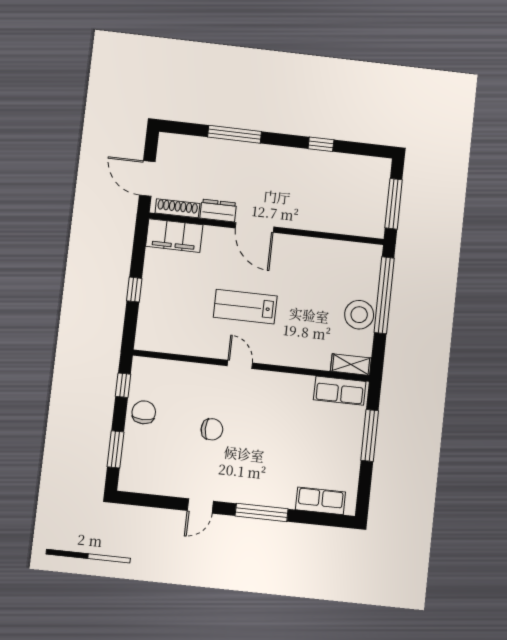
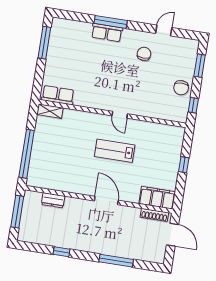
dresser: (218, 210) -> (53, 200), moved
lab bench: (245, 307) -> (115, 151), turned 180
stool: (359, 315) -> (43, 142), removed
chair: (212, 429) -> (144, 54), moved, turned 90
window: (370, 435) -> (44, 43), moved
row of seats: (320, 501) -> (107, 33), moved
door: (200, 506) -> (164, 30), moved

